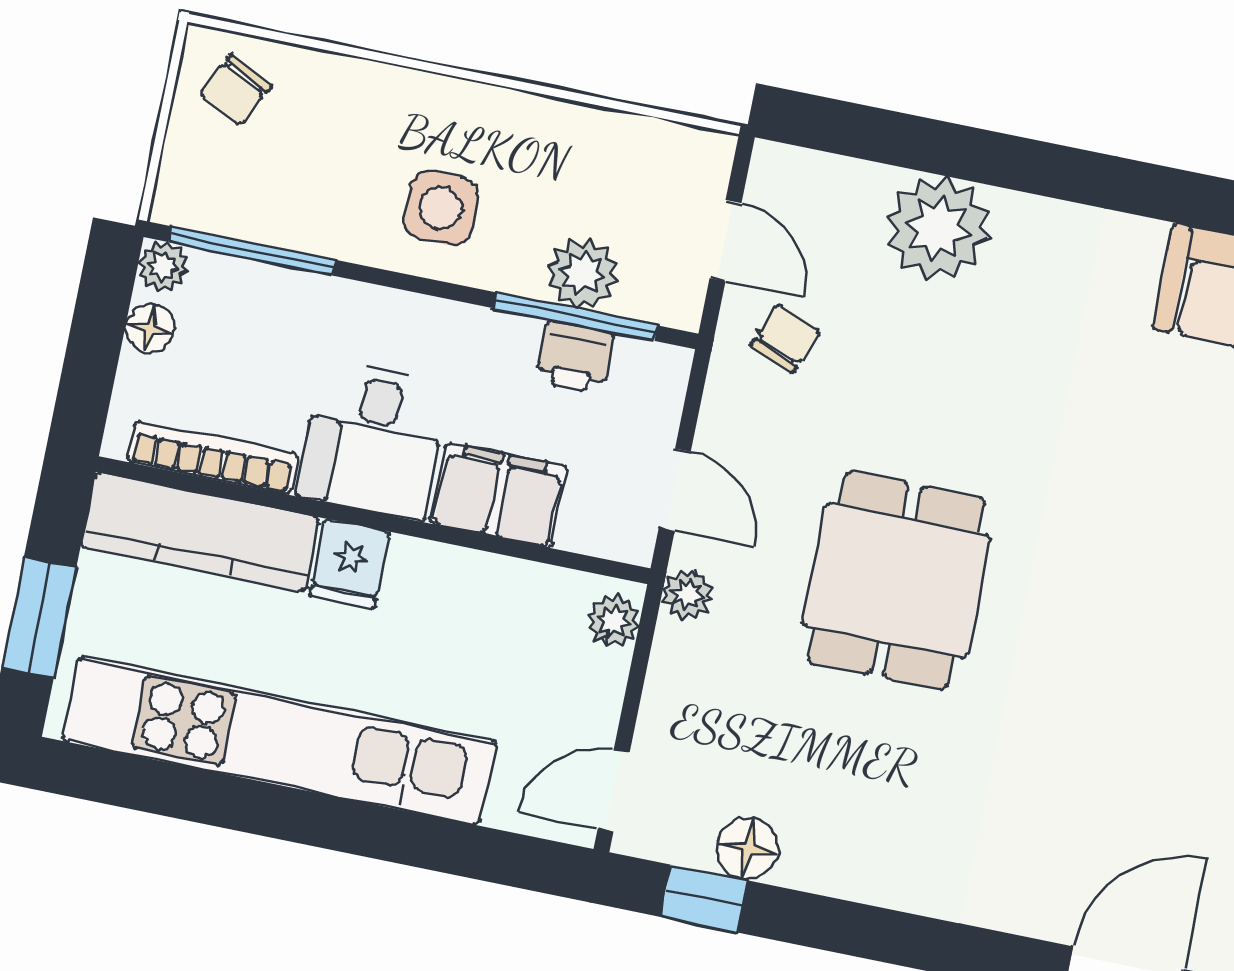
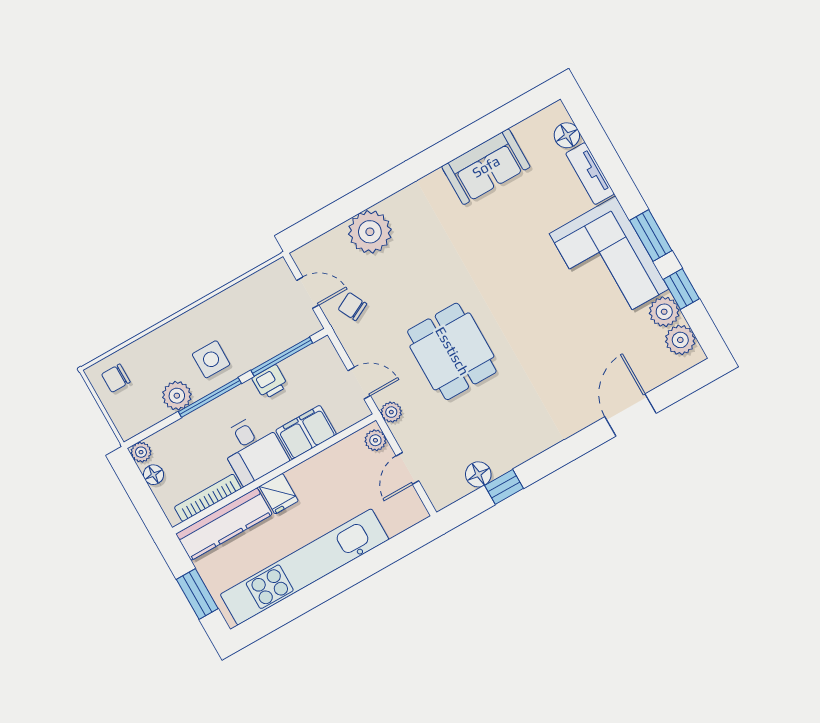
chair: (236, 90) -> (116, 378), turned 63
window: (252, 251) -> (210, 398), moved
plant: (582, 274) -> (177, 396), moved
chair: (786, 338) -> (352, 307), turned -49
printer: (575, 357) -> (270, 382), moved
door: (614, 790) -> (407, 468), moved
window: (704, 899) -> (504, 487), moved

